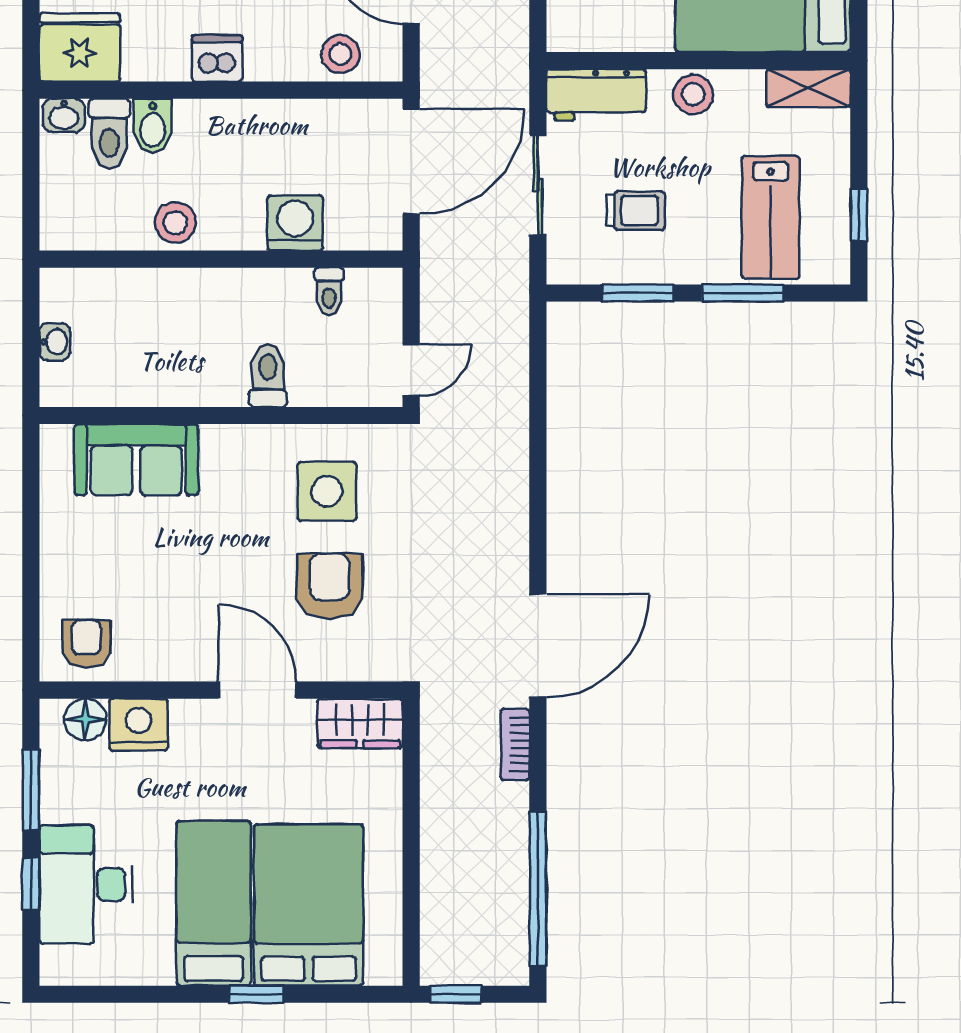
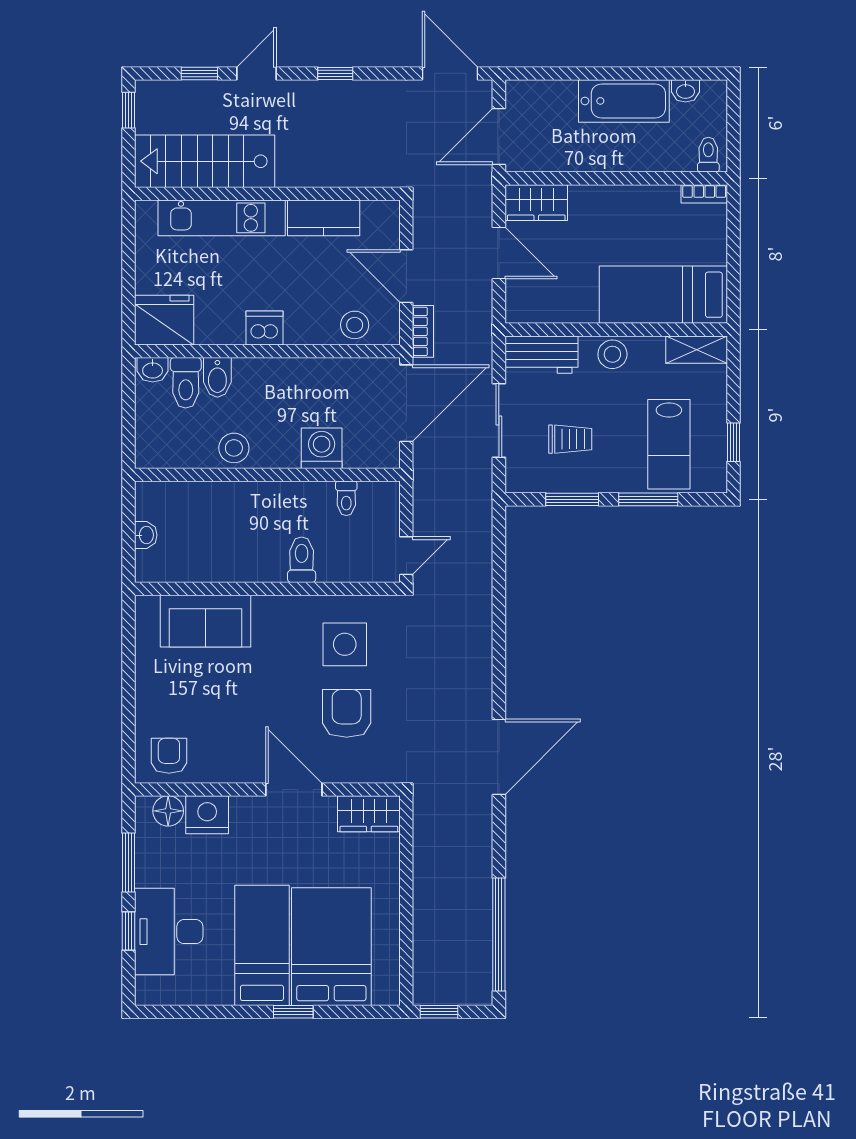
bookcase: (515, 744) -> (423, 331), moved, turned 180

